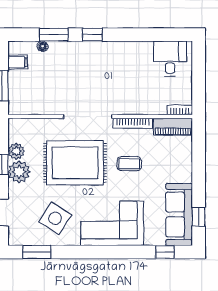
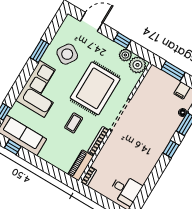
plant: (19, 172) -> (137, 65), moved
window: (37, 252) -> (40, 51), moved

